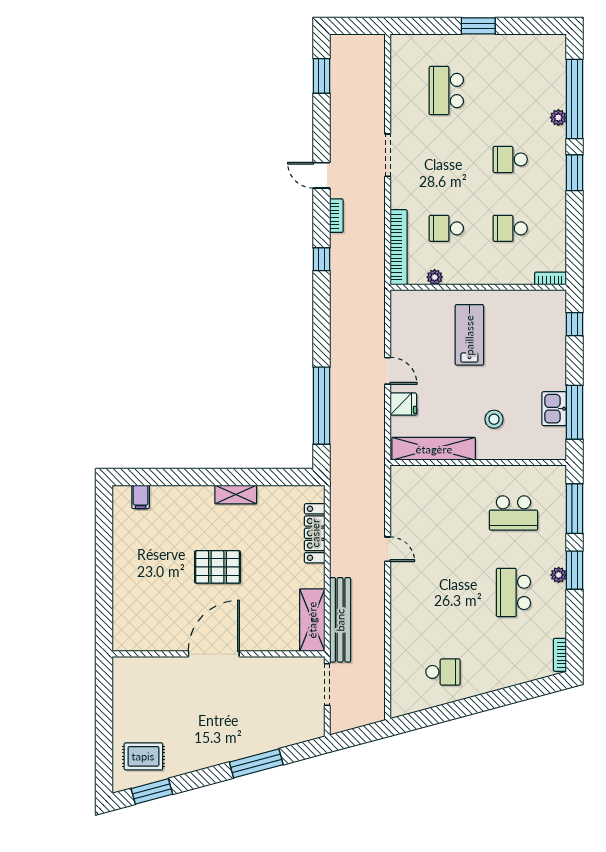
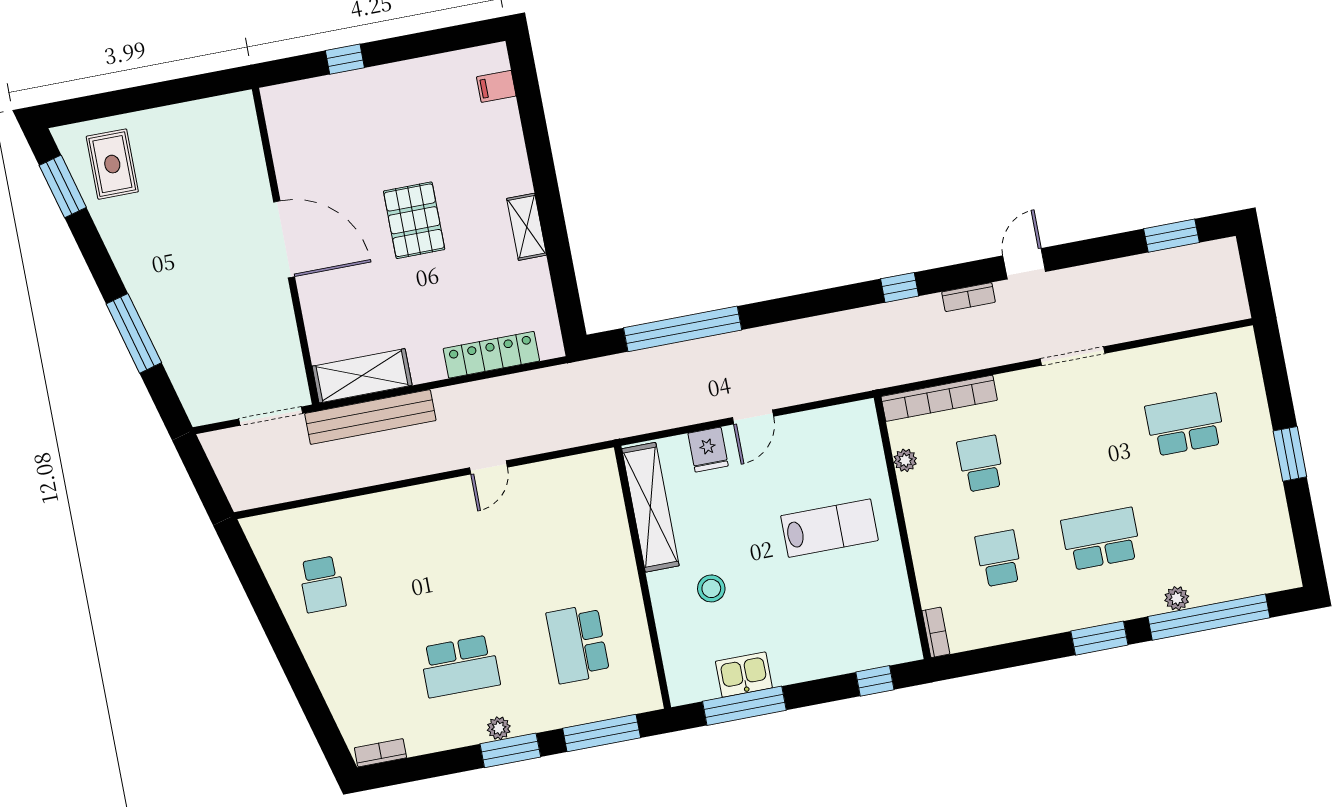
school desk: (510, 159) -> (1101, 539), width x1.85
window: (104, 592) -> (345, 59), added
school desk: (513, 592) -> (460, 666), turned 180

